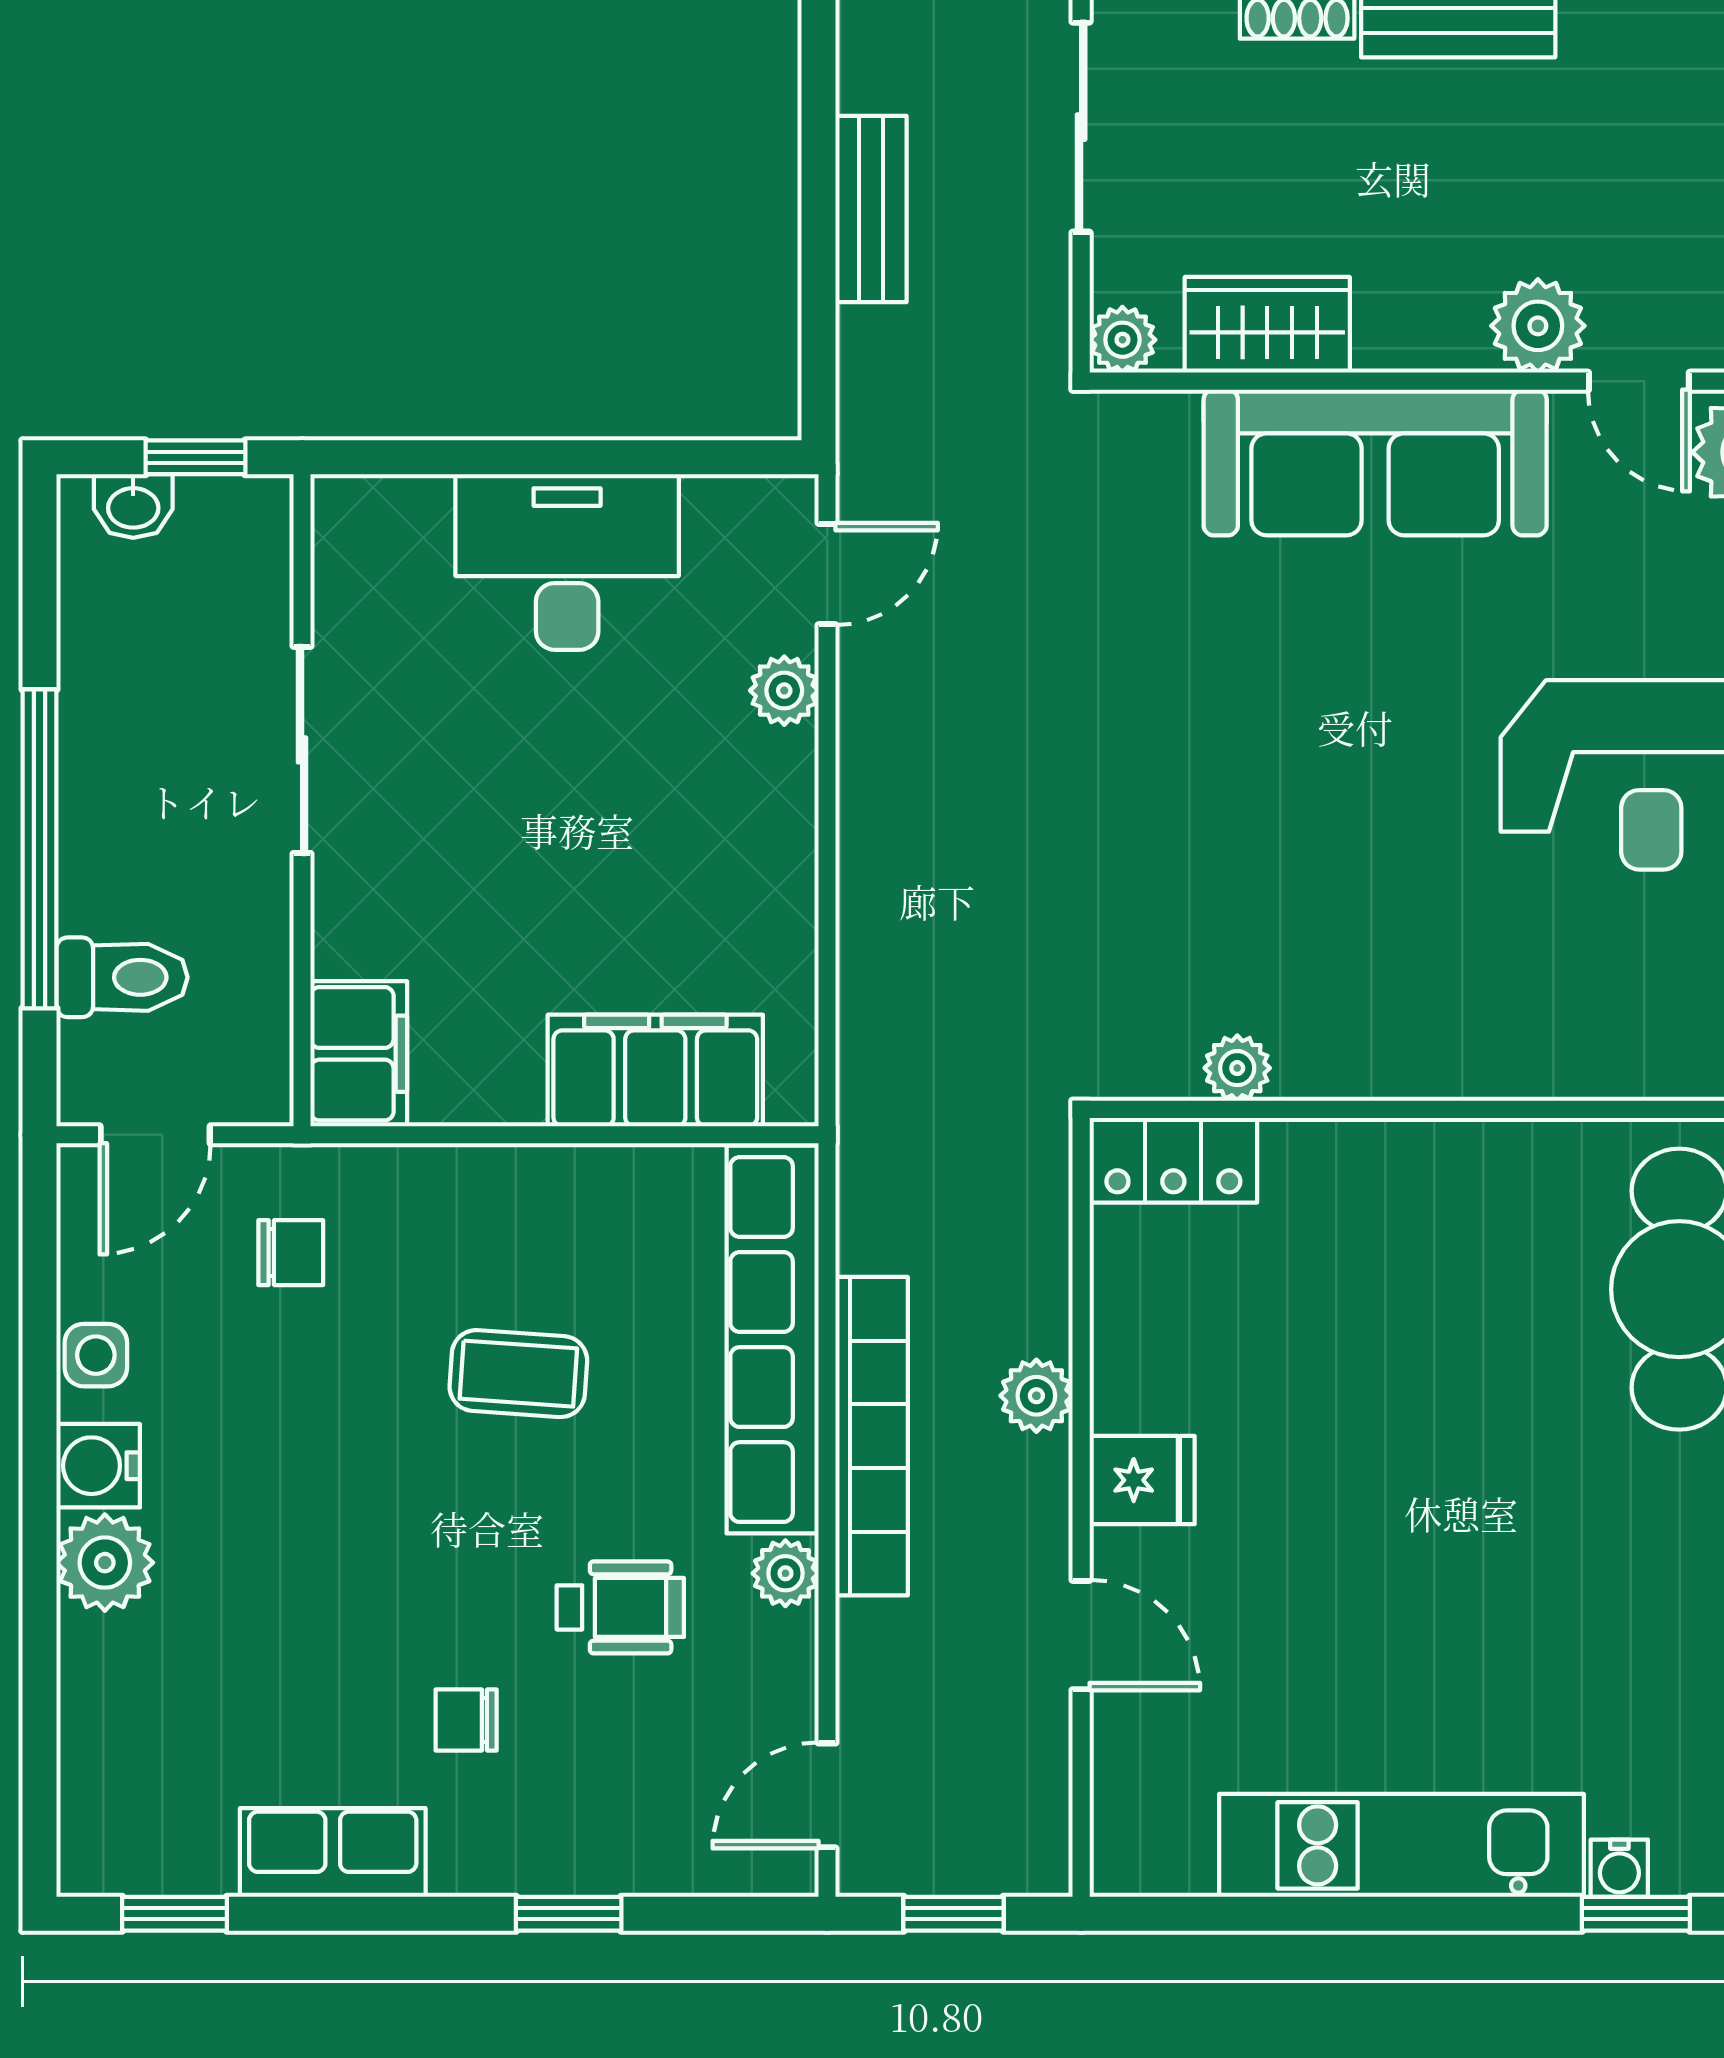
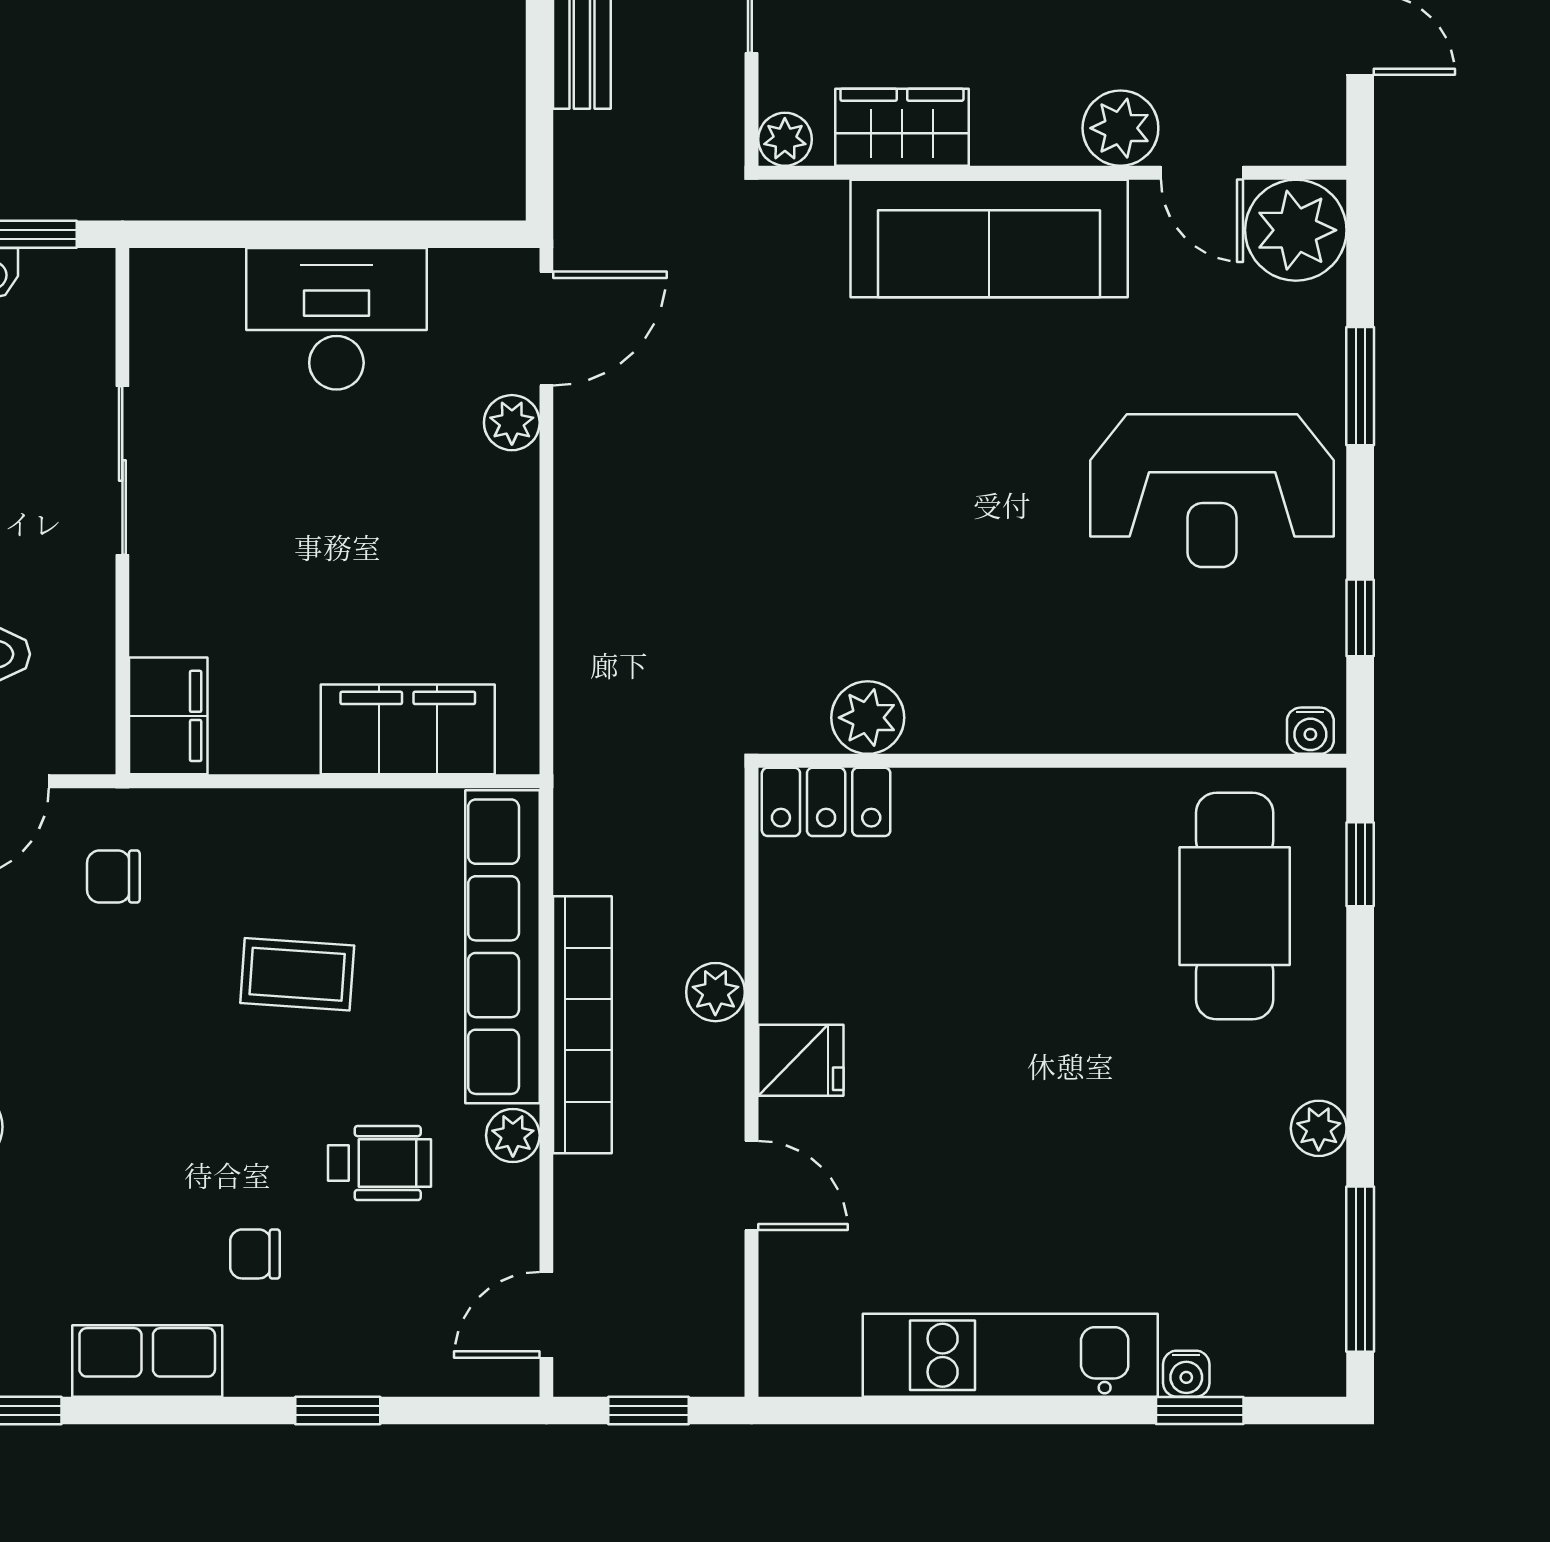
door: (827, 574) -> (546, 329), width x1.38
plant: (1237, 1068) -> (868, 718), width x1.38, depth x1.38
chair: (291, 1253) -> (113, 877), turned 180

